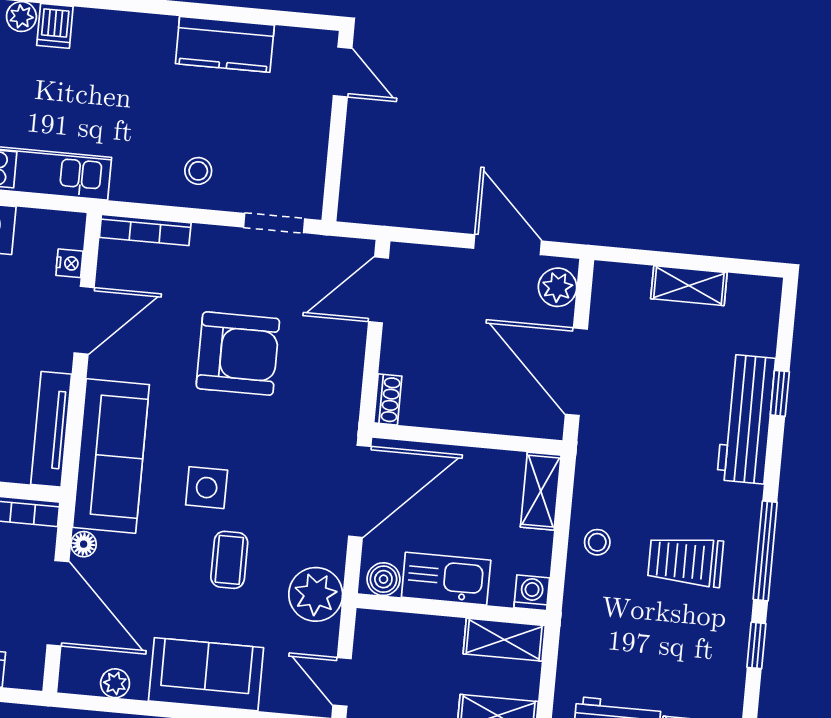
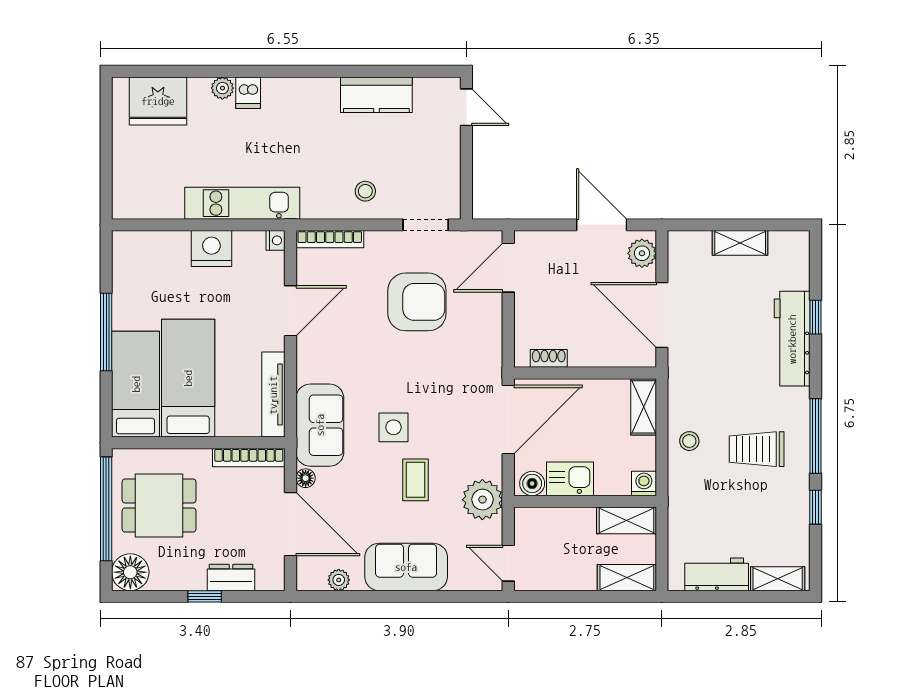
nightstand: (69, 263) -> (275, 240), moved
armchair: (238, 354) -> (417, 302), moved
shoe rack: (388, 399) -> (549, 358), moved, turned -90
sofa: (111, 456) -> (320, 425), width x0.73
kitchen sink: (446, 579) -> (570, 479), width x0.73

